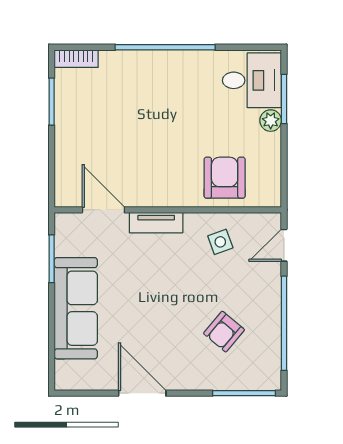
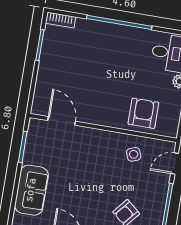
tv unit: (156, 223) -> (94, 135), removed
sofa: (76, 308) -> (31, 190), width x0.73

